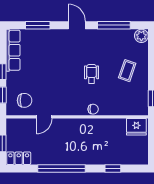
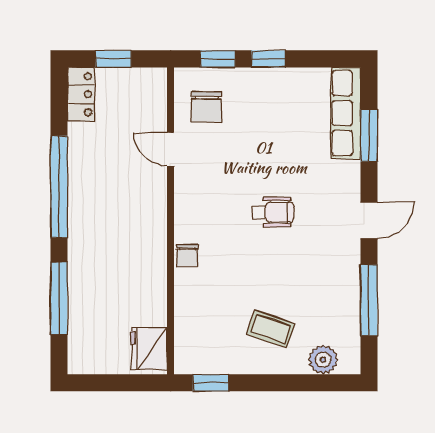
plant: (141, 36) -> (323, 360), moved
row of seats: (13, 50) -> (346, 113), moved, turned 90
wheelchair: (92, 74) -> (274, 212), moved
window: (113, 168) -> (59, 298), width x2.17

